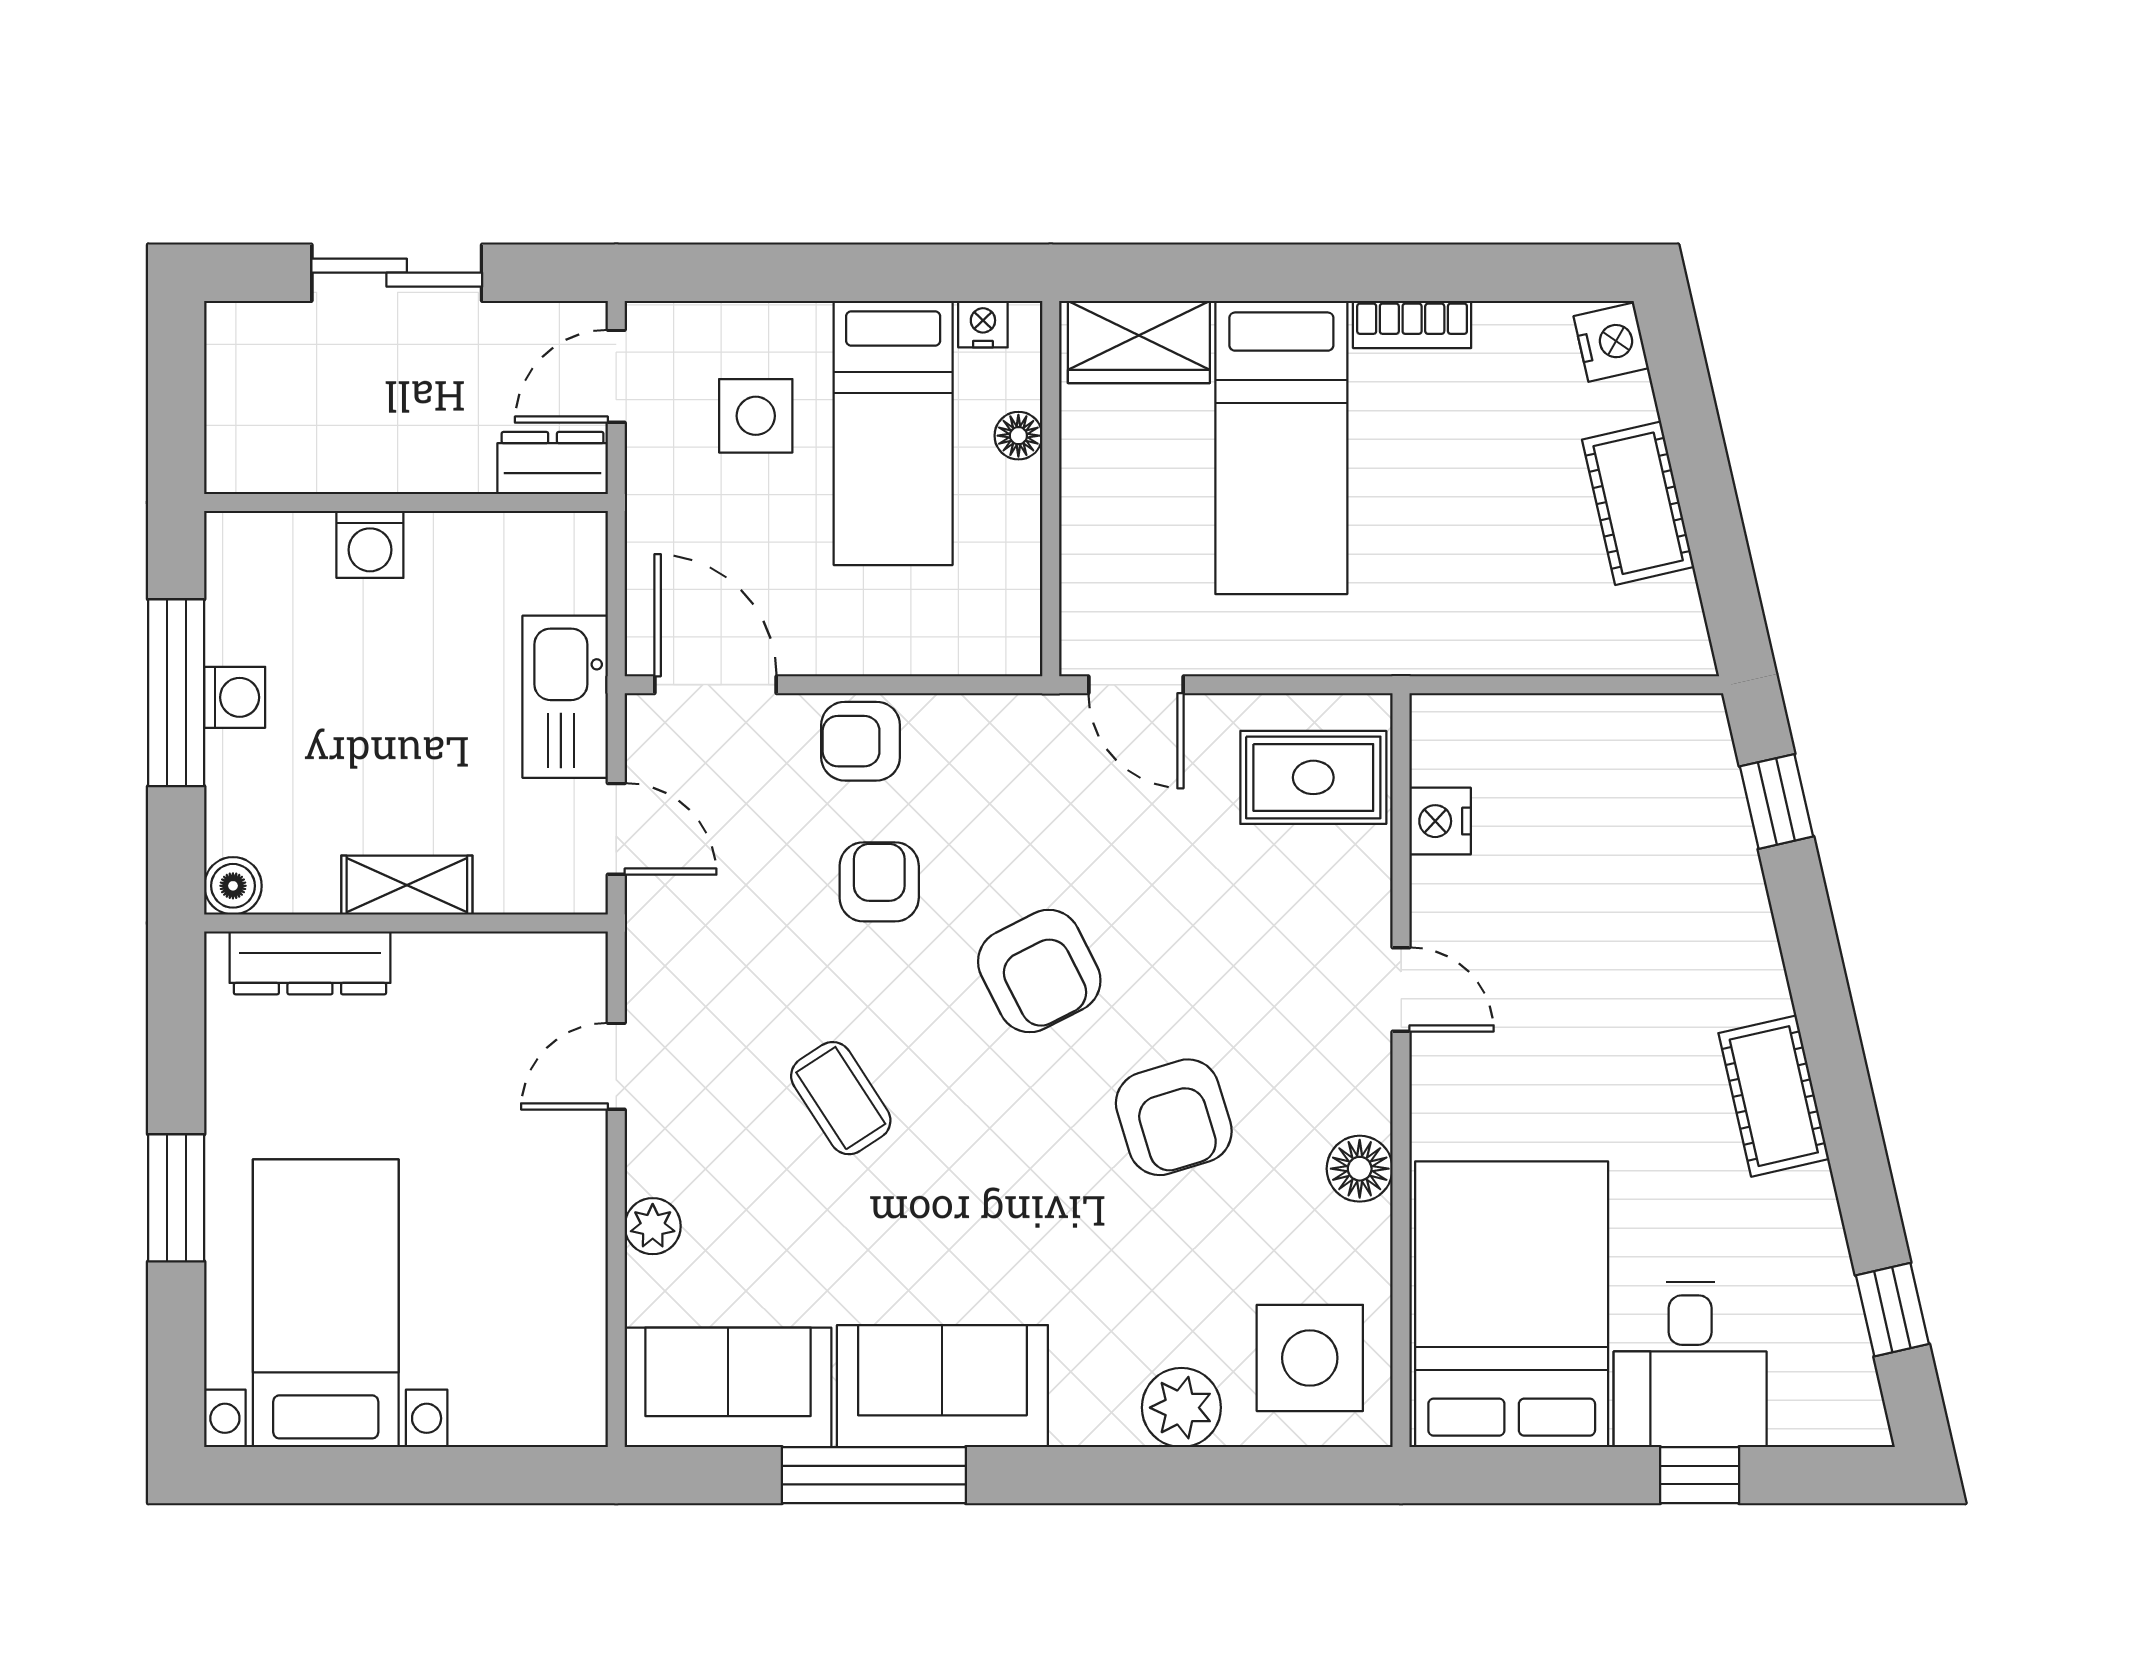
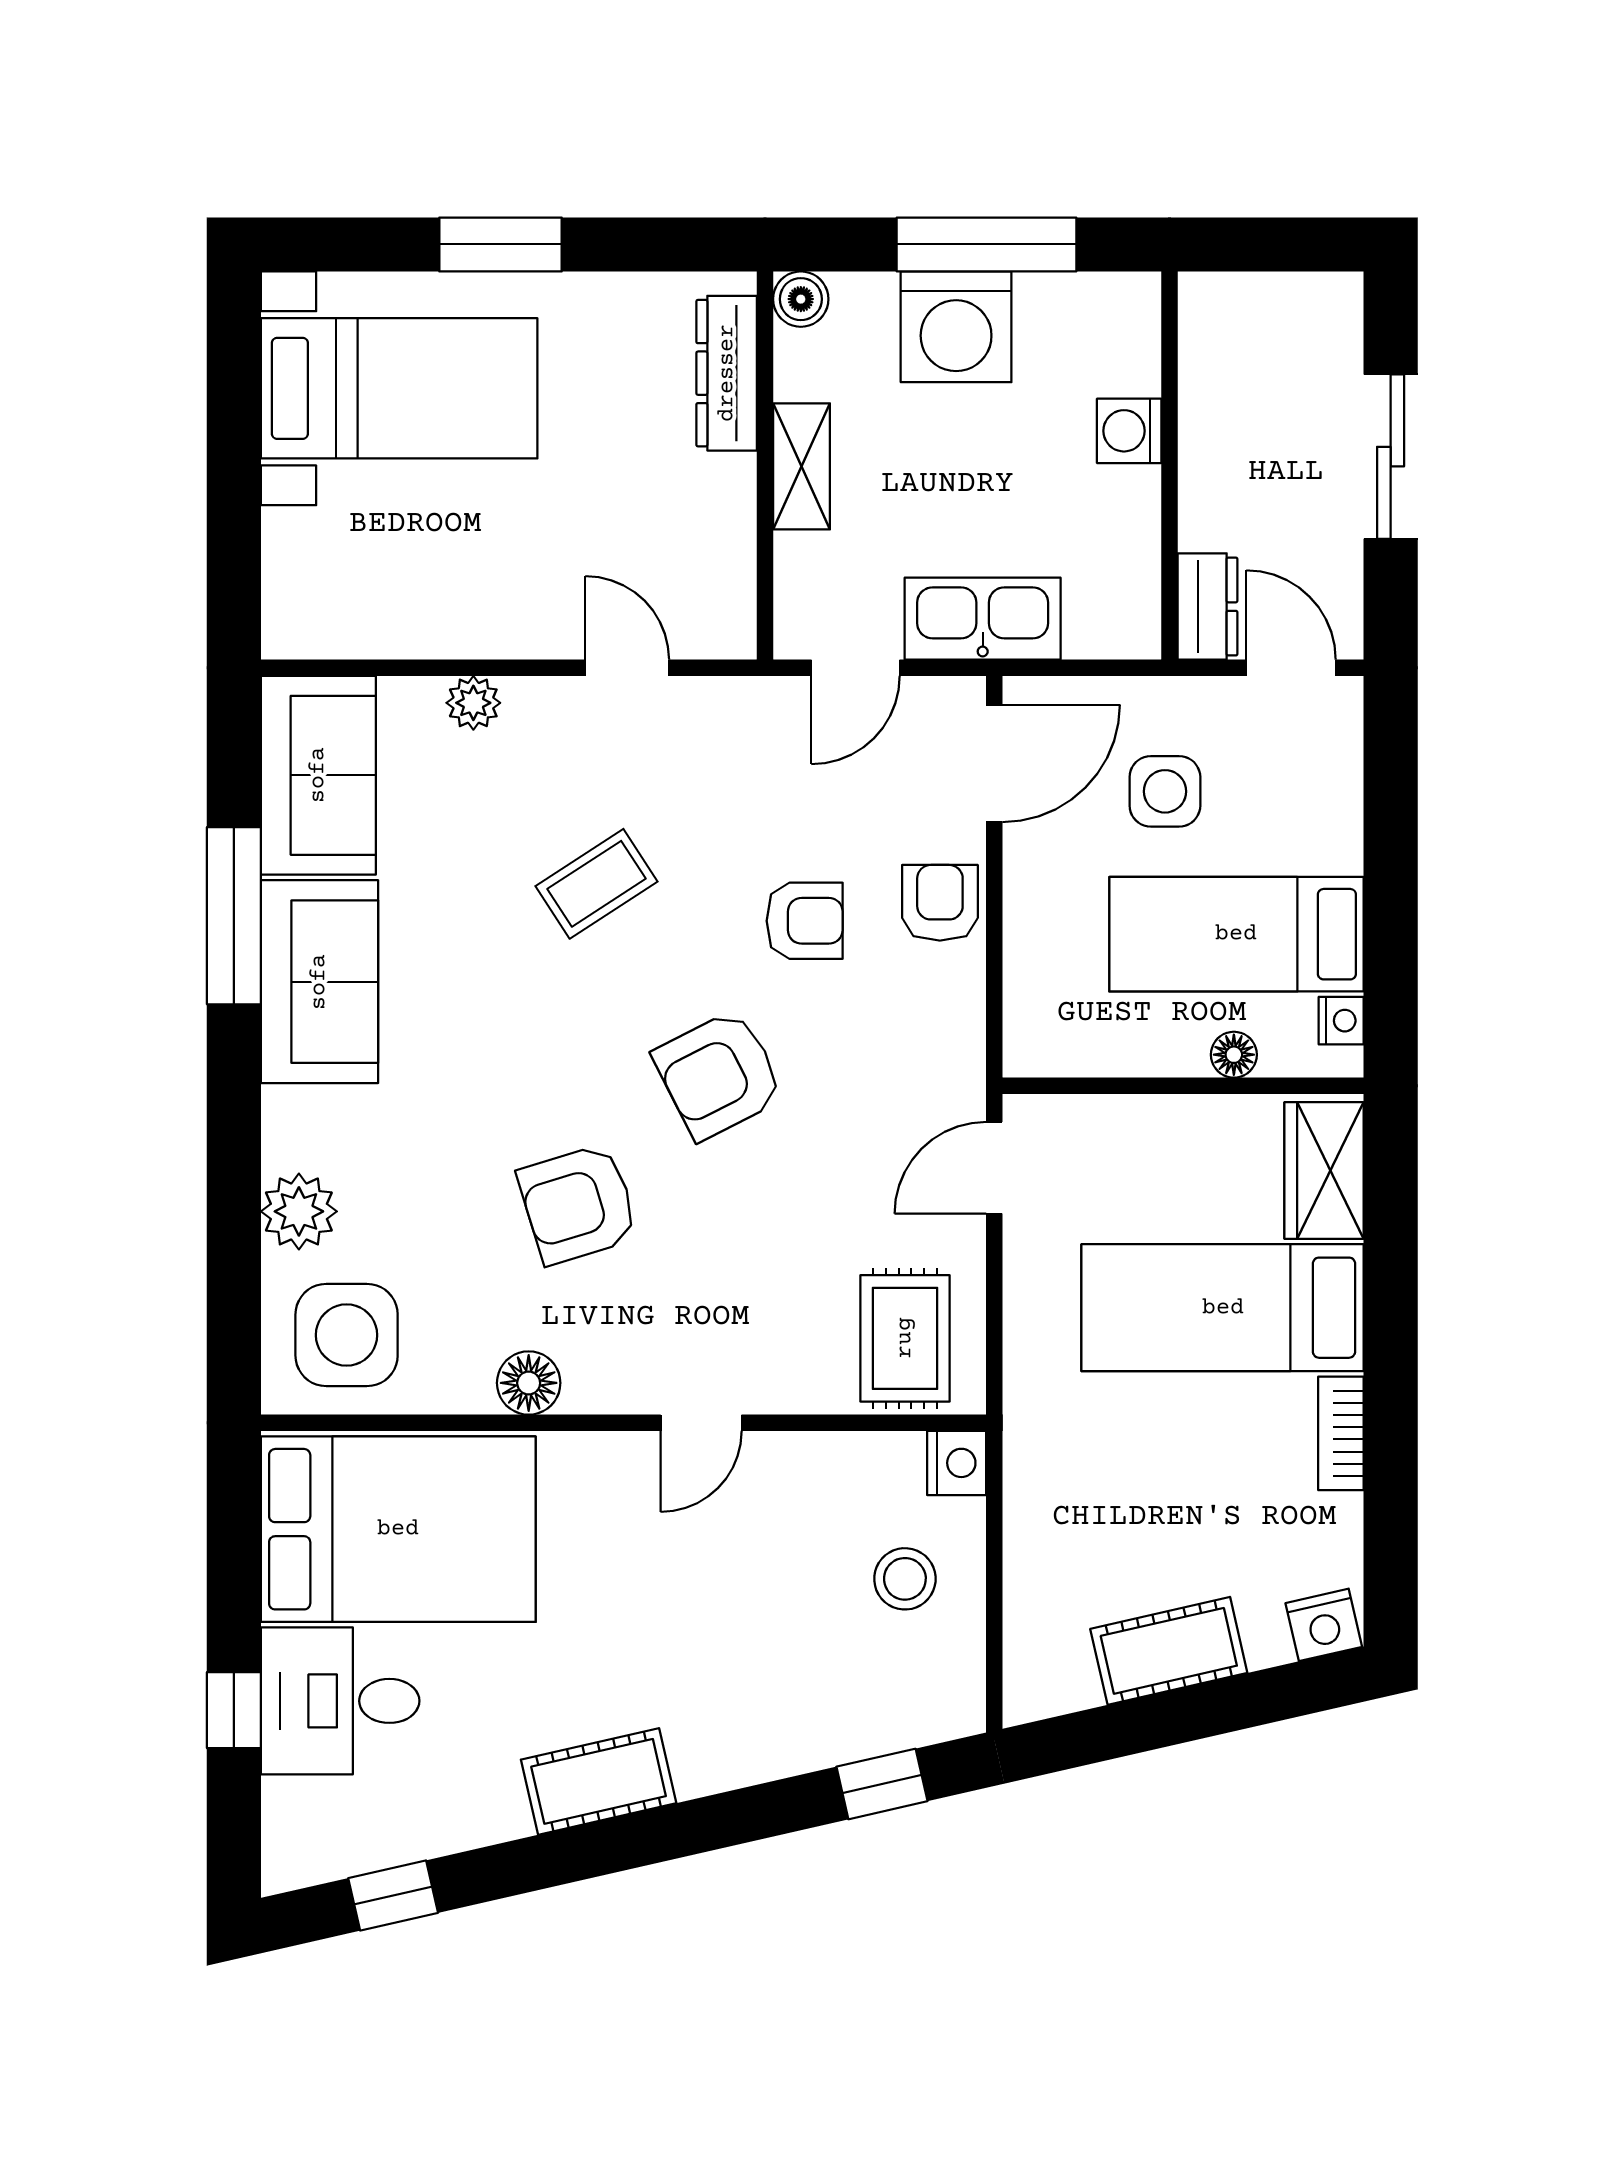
side table: (756, 416) -> (1165, 791), moved
washing machine: (235, 697) -> (956, 327), width x1.89, depth x1.89
stool: (1563, 778) -> (905, 1579), added
nightstand: (1440, 821) -> (957, 1463), moved, turned 90

